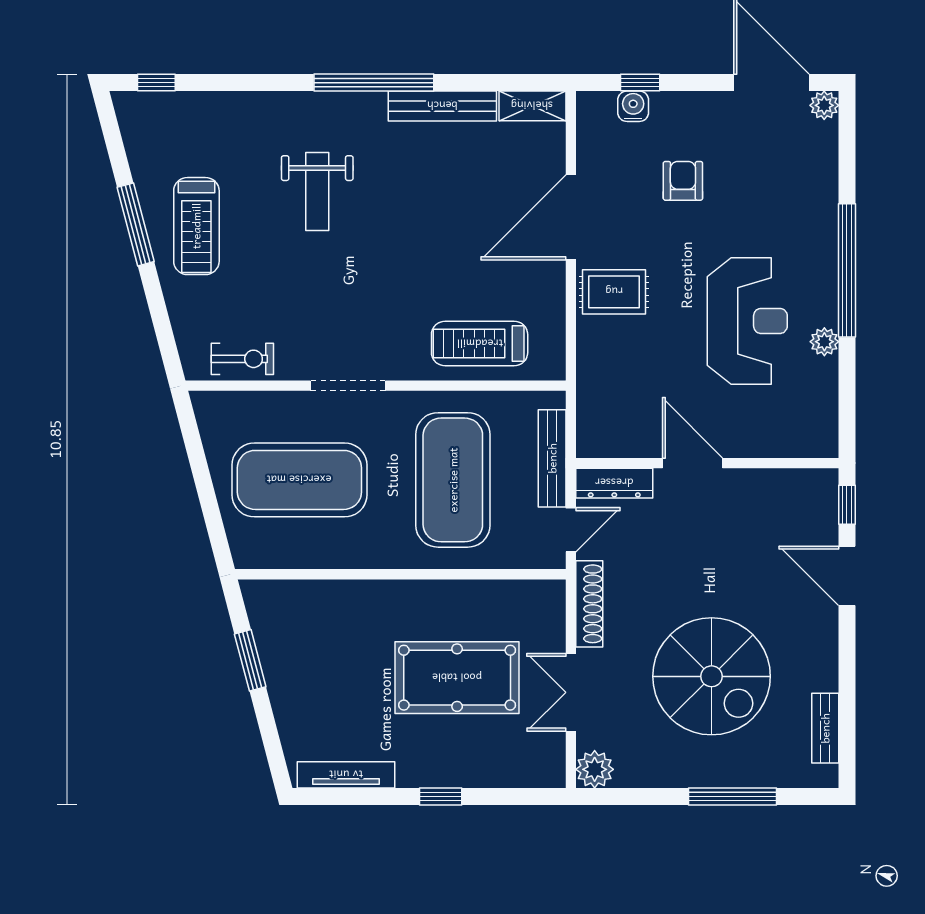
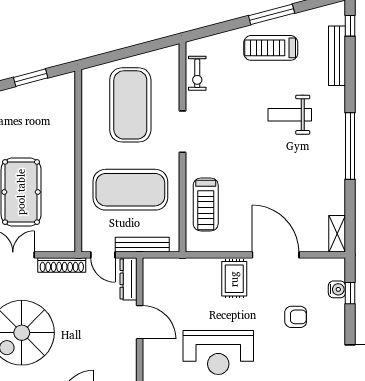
bench: (442, 106) -> (337, 56), moved
treadmill: (480, 344) -> (206, 204), turned 180
door: (692, 463) -> (140, 322), hinge flipped

